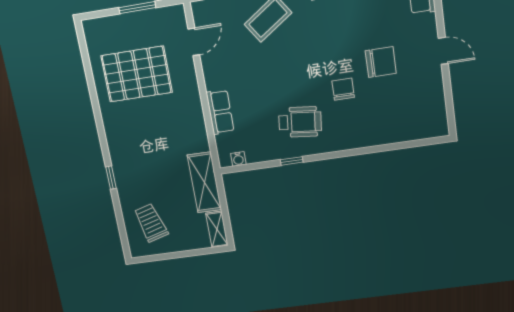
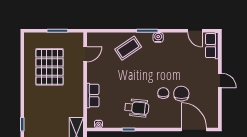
chair: (381, 62) -> (181, 94), moved, turned -90
pallet: (137, 74) -> (50, 67), turned 90
door: (406, 145) -> (194, 130), added

